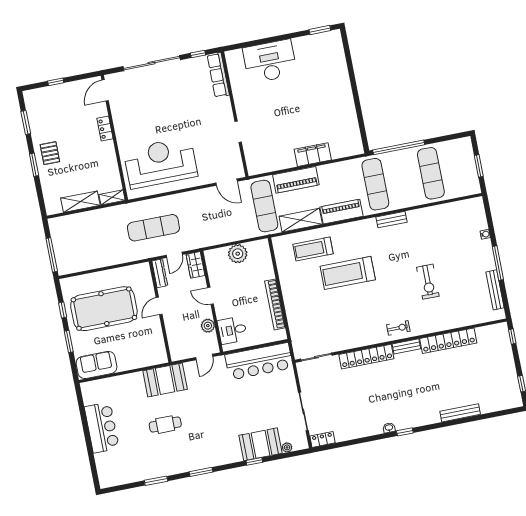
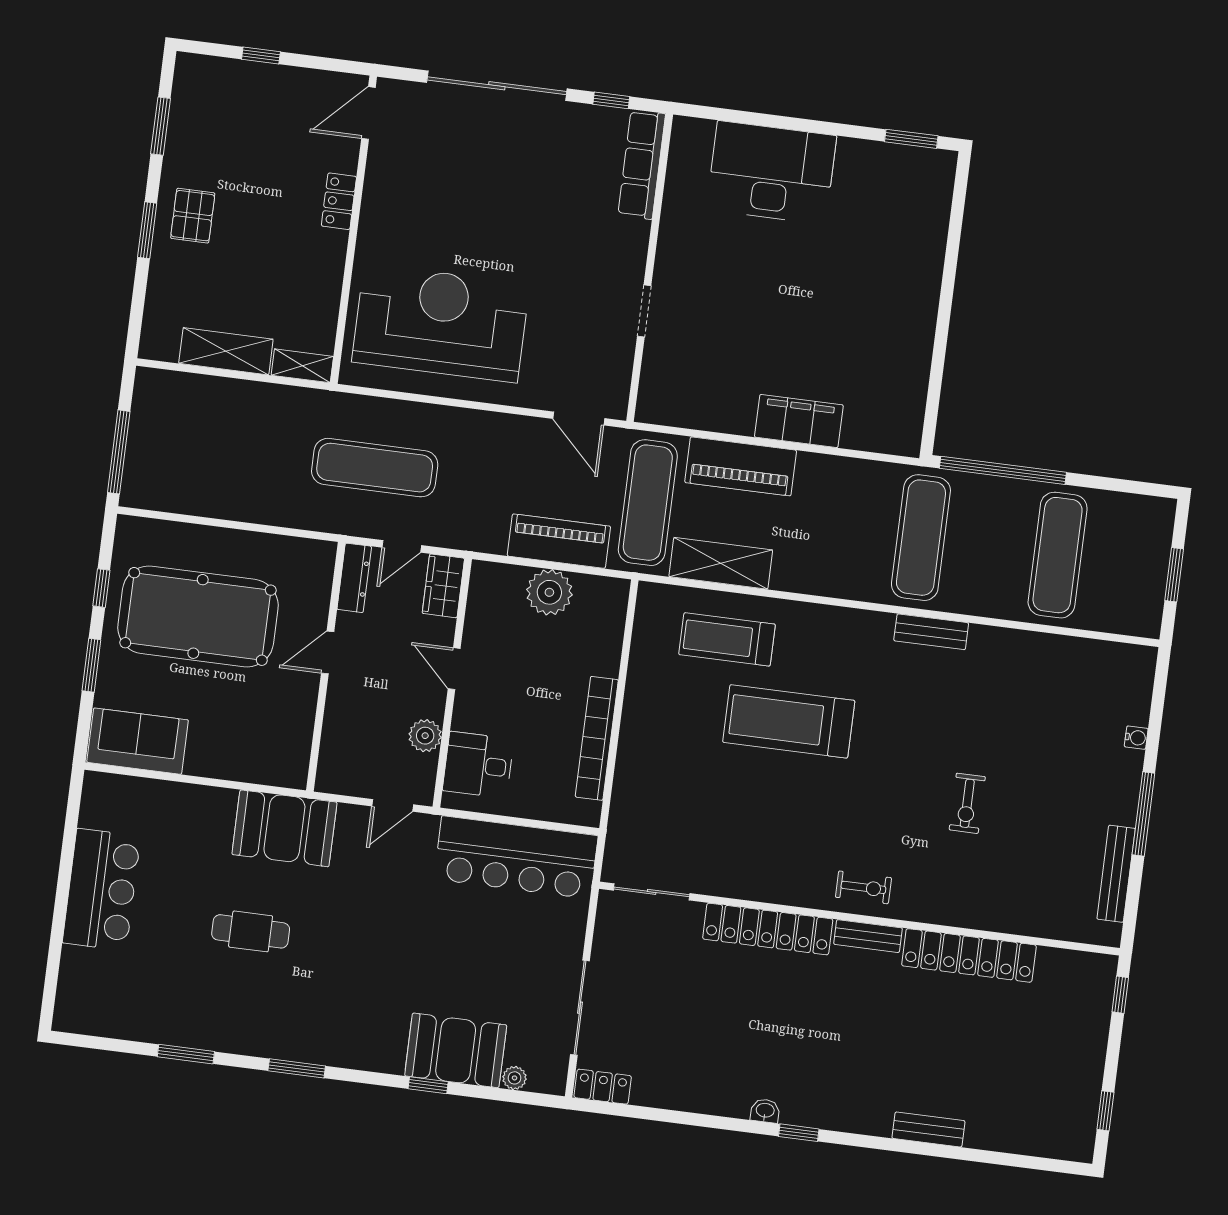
piano: (342, 212) -> (559, 541), moved
exercise bike: (428, 282) -> (967, 803), width x0.73, depth x0.72
bench: (460, 413) -> (928, 1130), width x0.73

